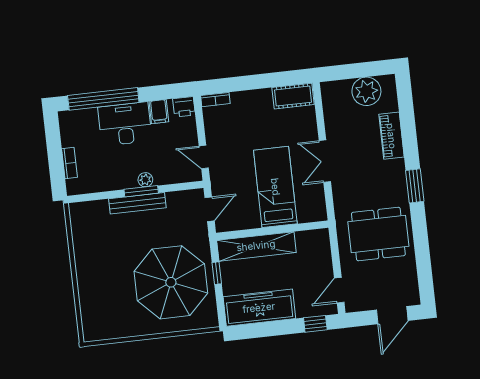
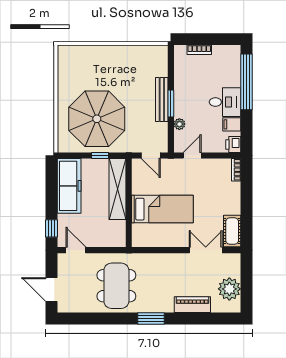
desk: (125, 124) -> (225, 102), width x0.73
double door: (325, 161) -> (206, 250), moved
plant: (145, 180) -> (179, 124), moved

